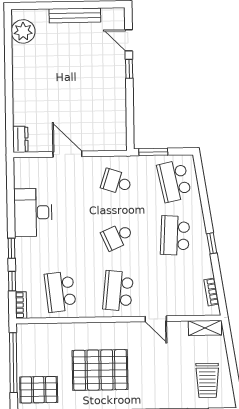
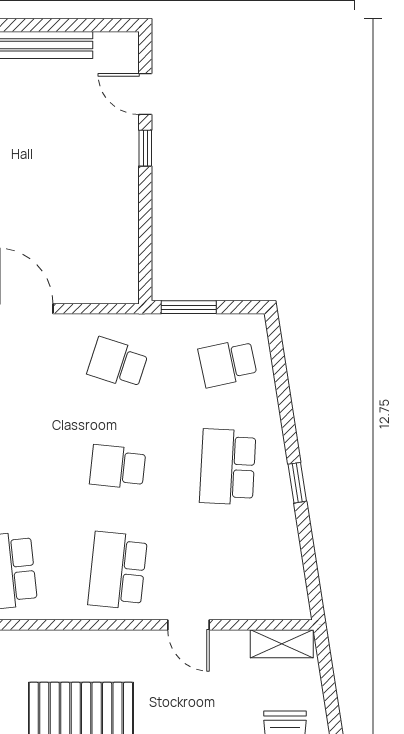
school desk: (174, 181) -> (228, 363), width x0.54
school desk: (117, 236) -> (118, 467), turned 30
bookcase: (211, 292) -> (295, 575), removed

